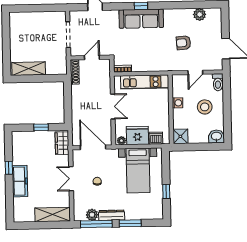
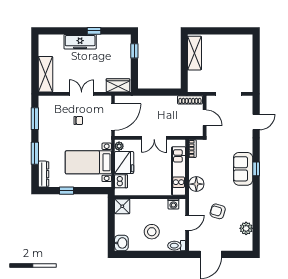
sofa: (141, 19) -> (243, 169), width x0.73
armchair: (183, 43) -> (218, 211), turned -69
floor lamp: (157, 64) -> (196, 184), added
door: (195, 72) -> (187, 223), swing flipped
washing machine: (177, 103) -> (173, 204), moved
window: (41, 127) -> (134, 51), moved
plant: (92, 215) -> (44, 114), removed
dresser: (112, 215) -> (43, 174), moved
window: (96, 224) -> (35, 119), width x0.69

